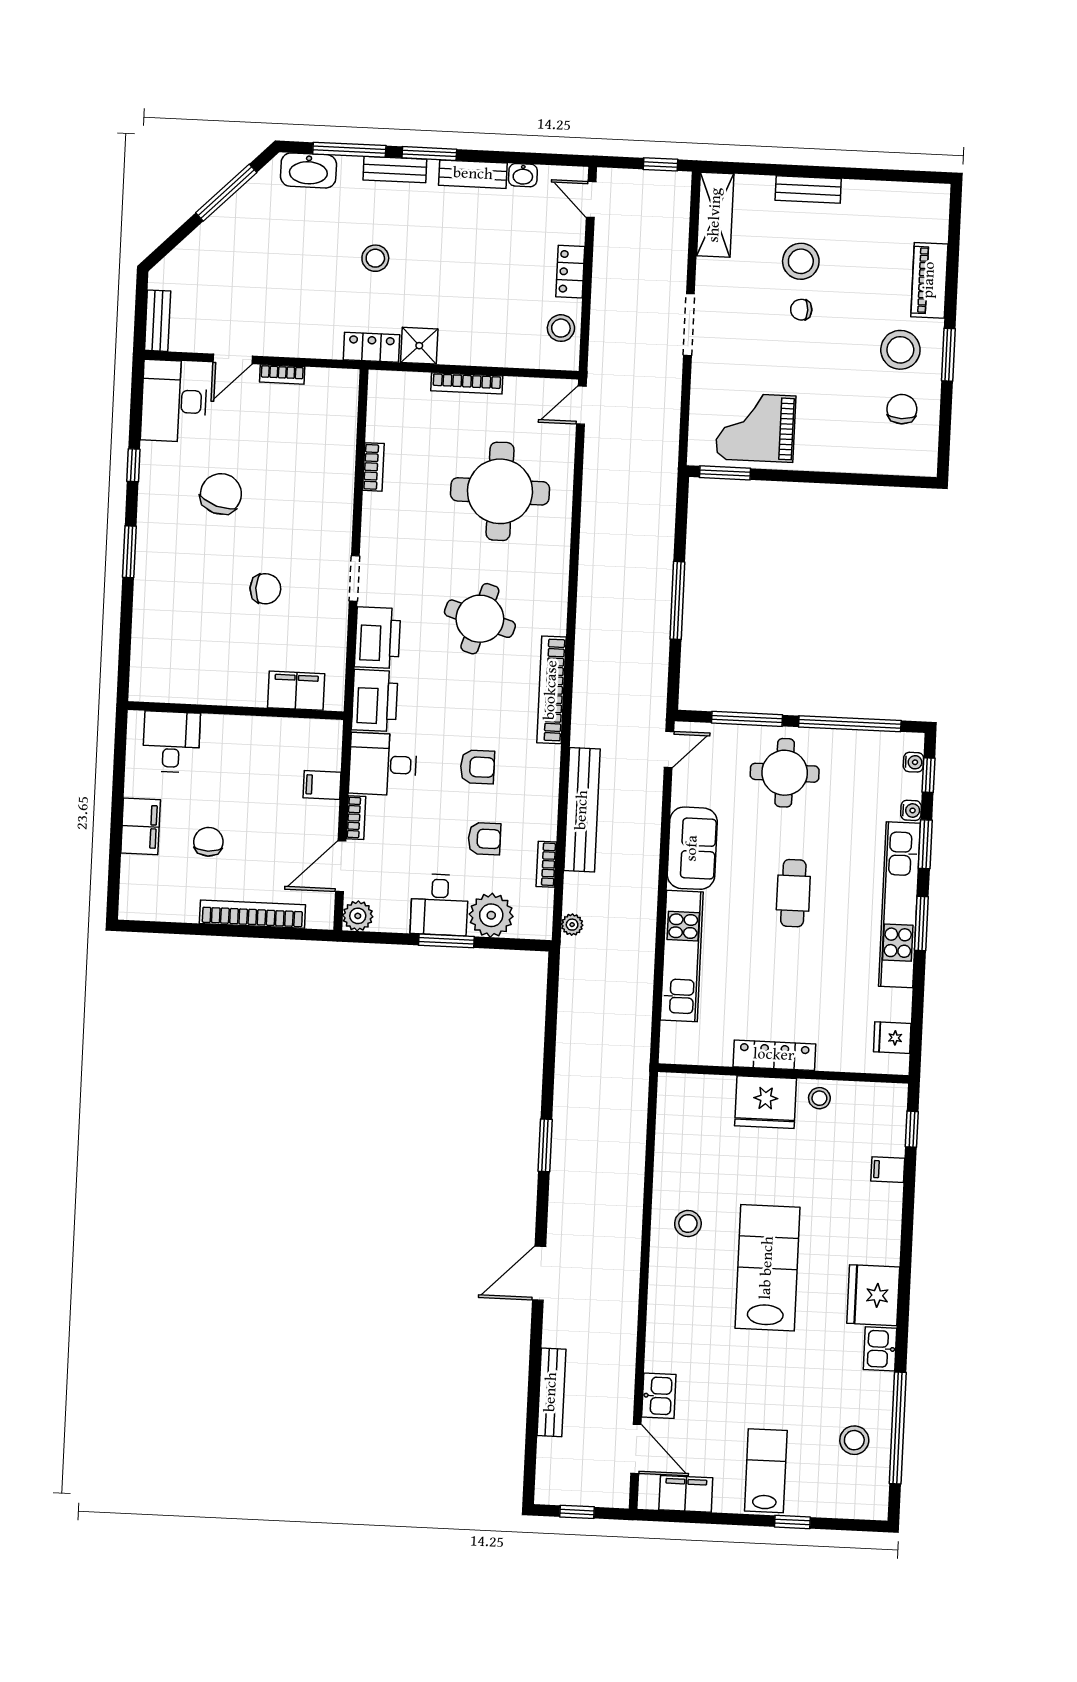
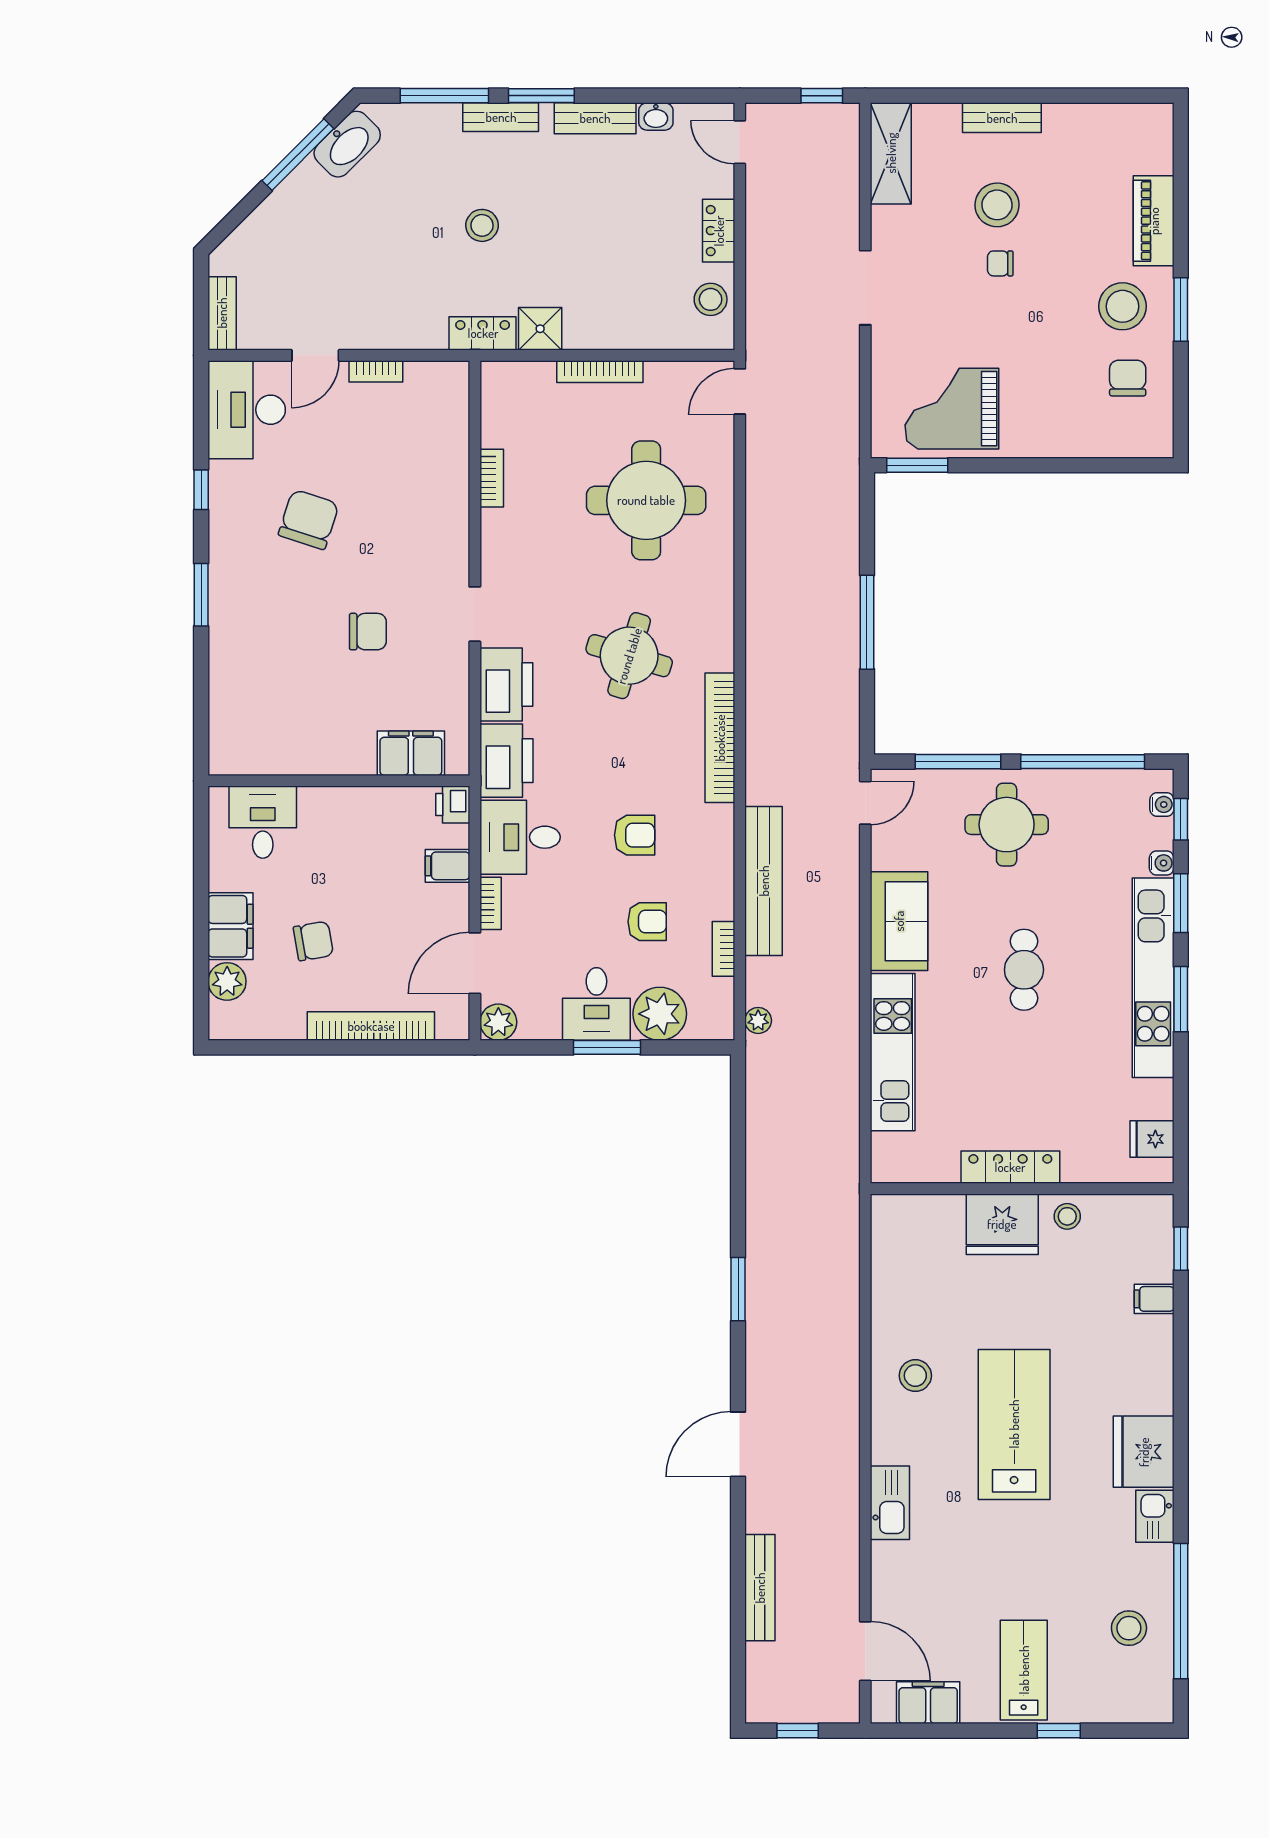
washbasin: (308, 170) -> (347, 144), moved, turned -45
printer: (329, 735) -> (453, 805), added
chair: (208, 842) -> (313, 941), turned 80
plant: (136, 872) -> (227, 981), added
kitchen sink: (659, 1396) -> (890, 1503), moved, width x1.38

